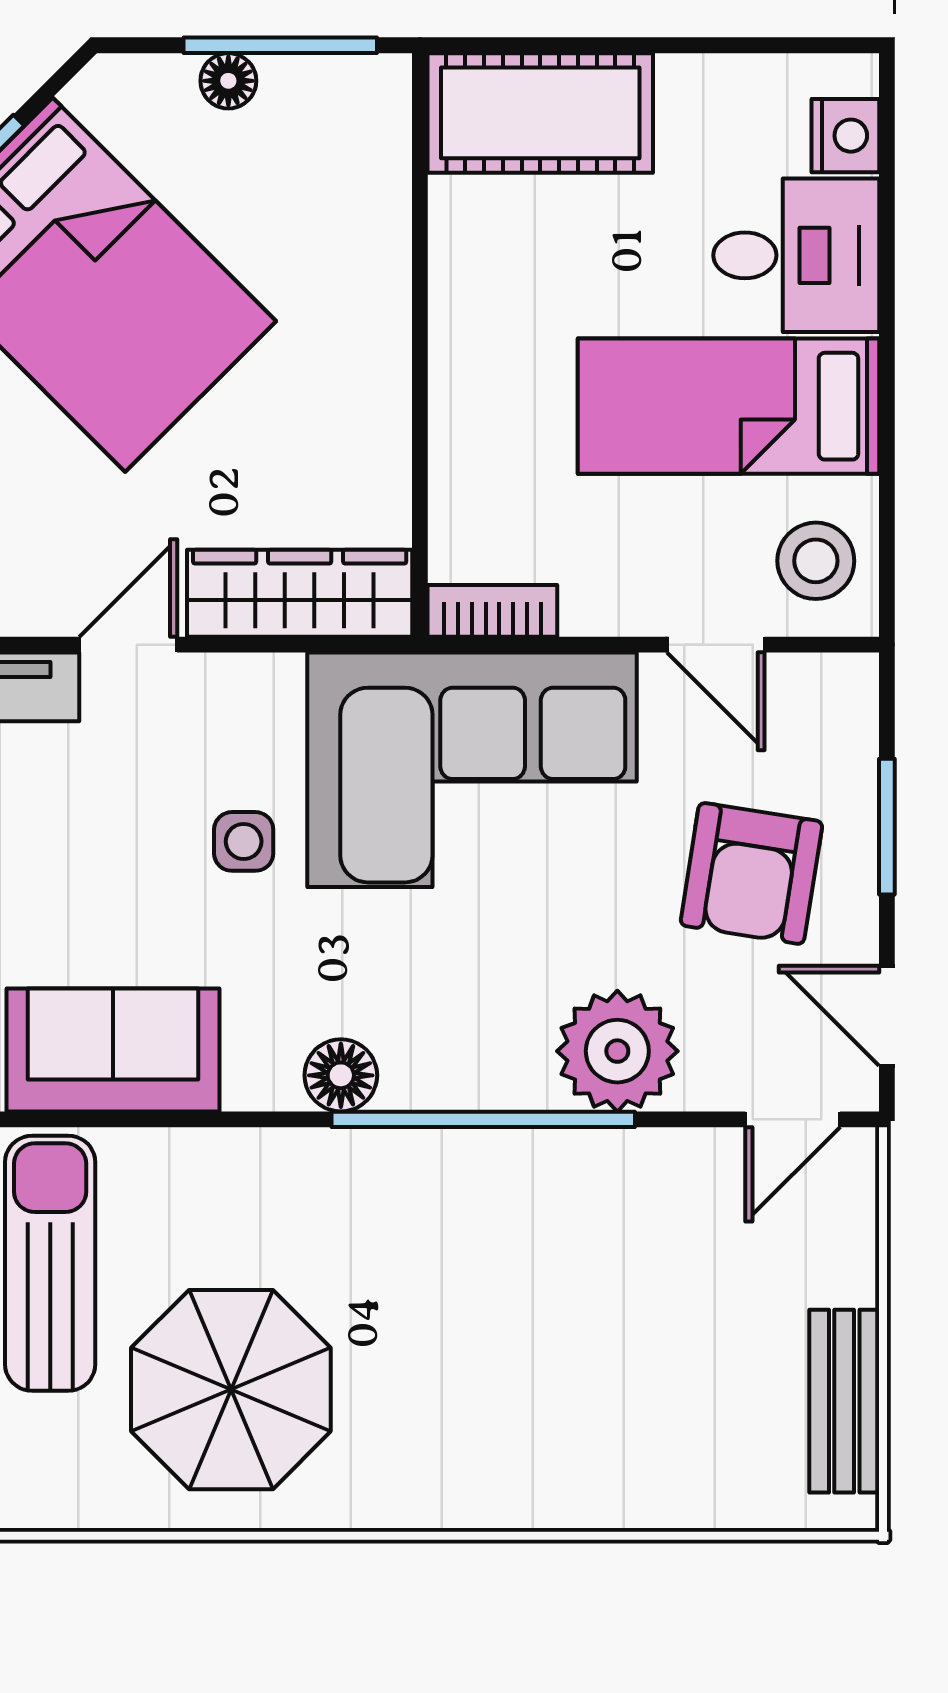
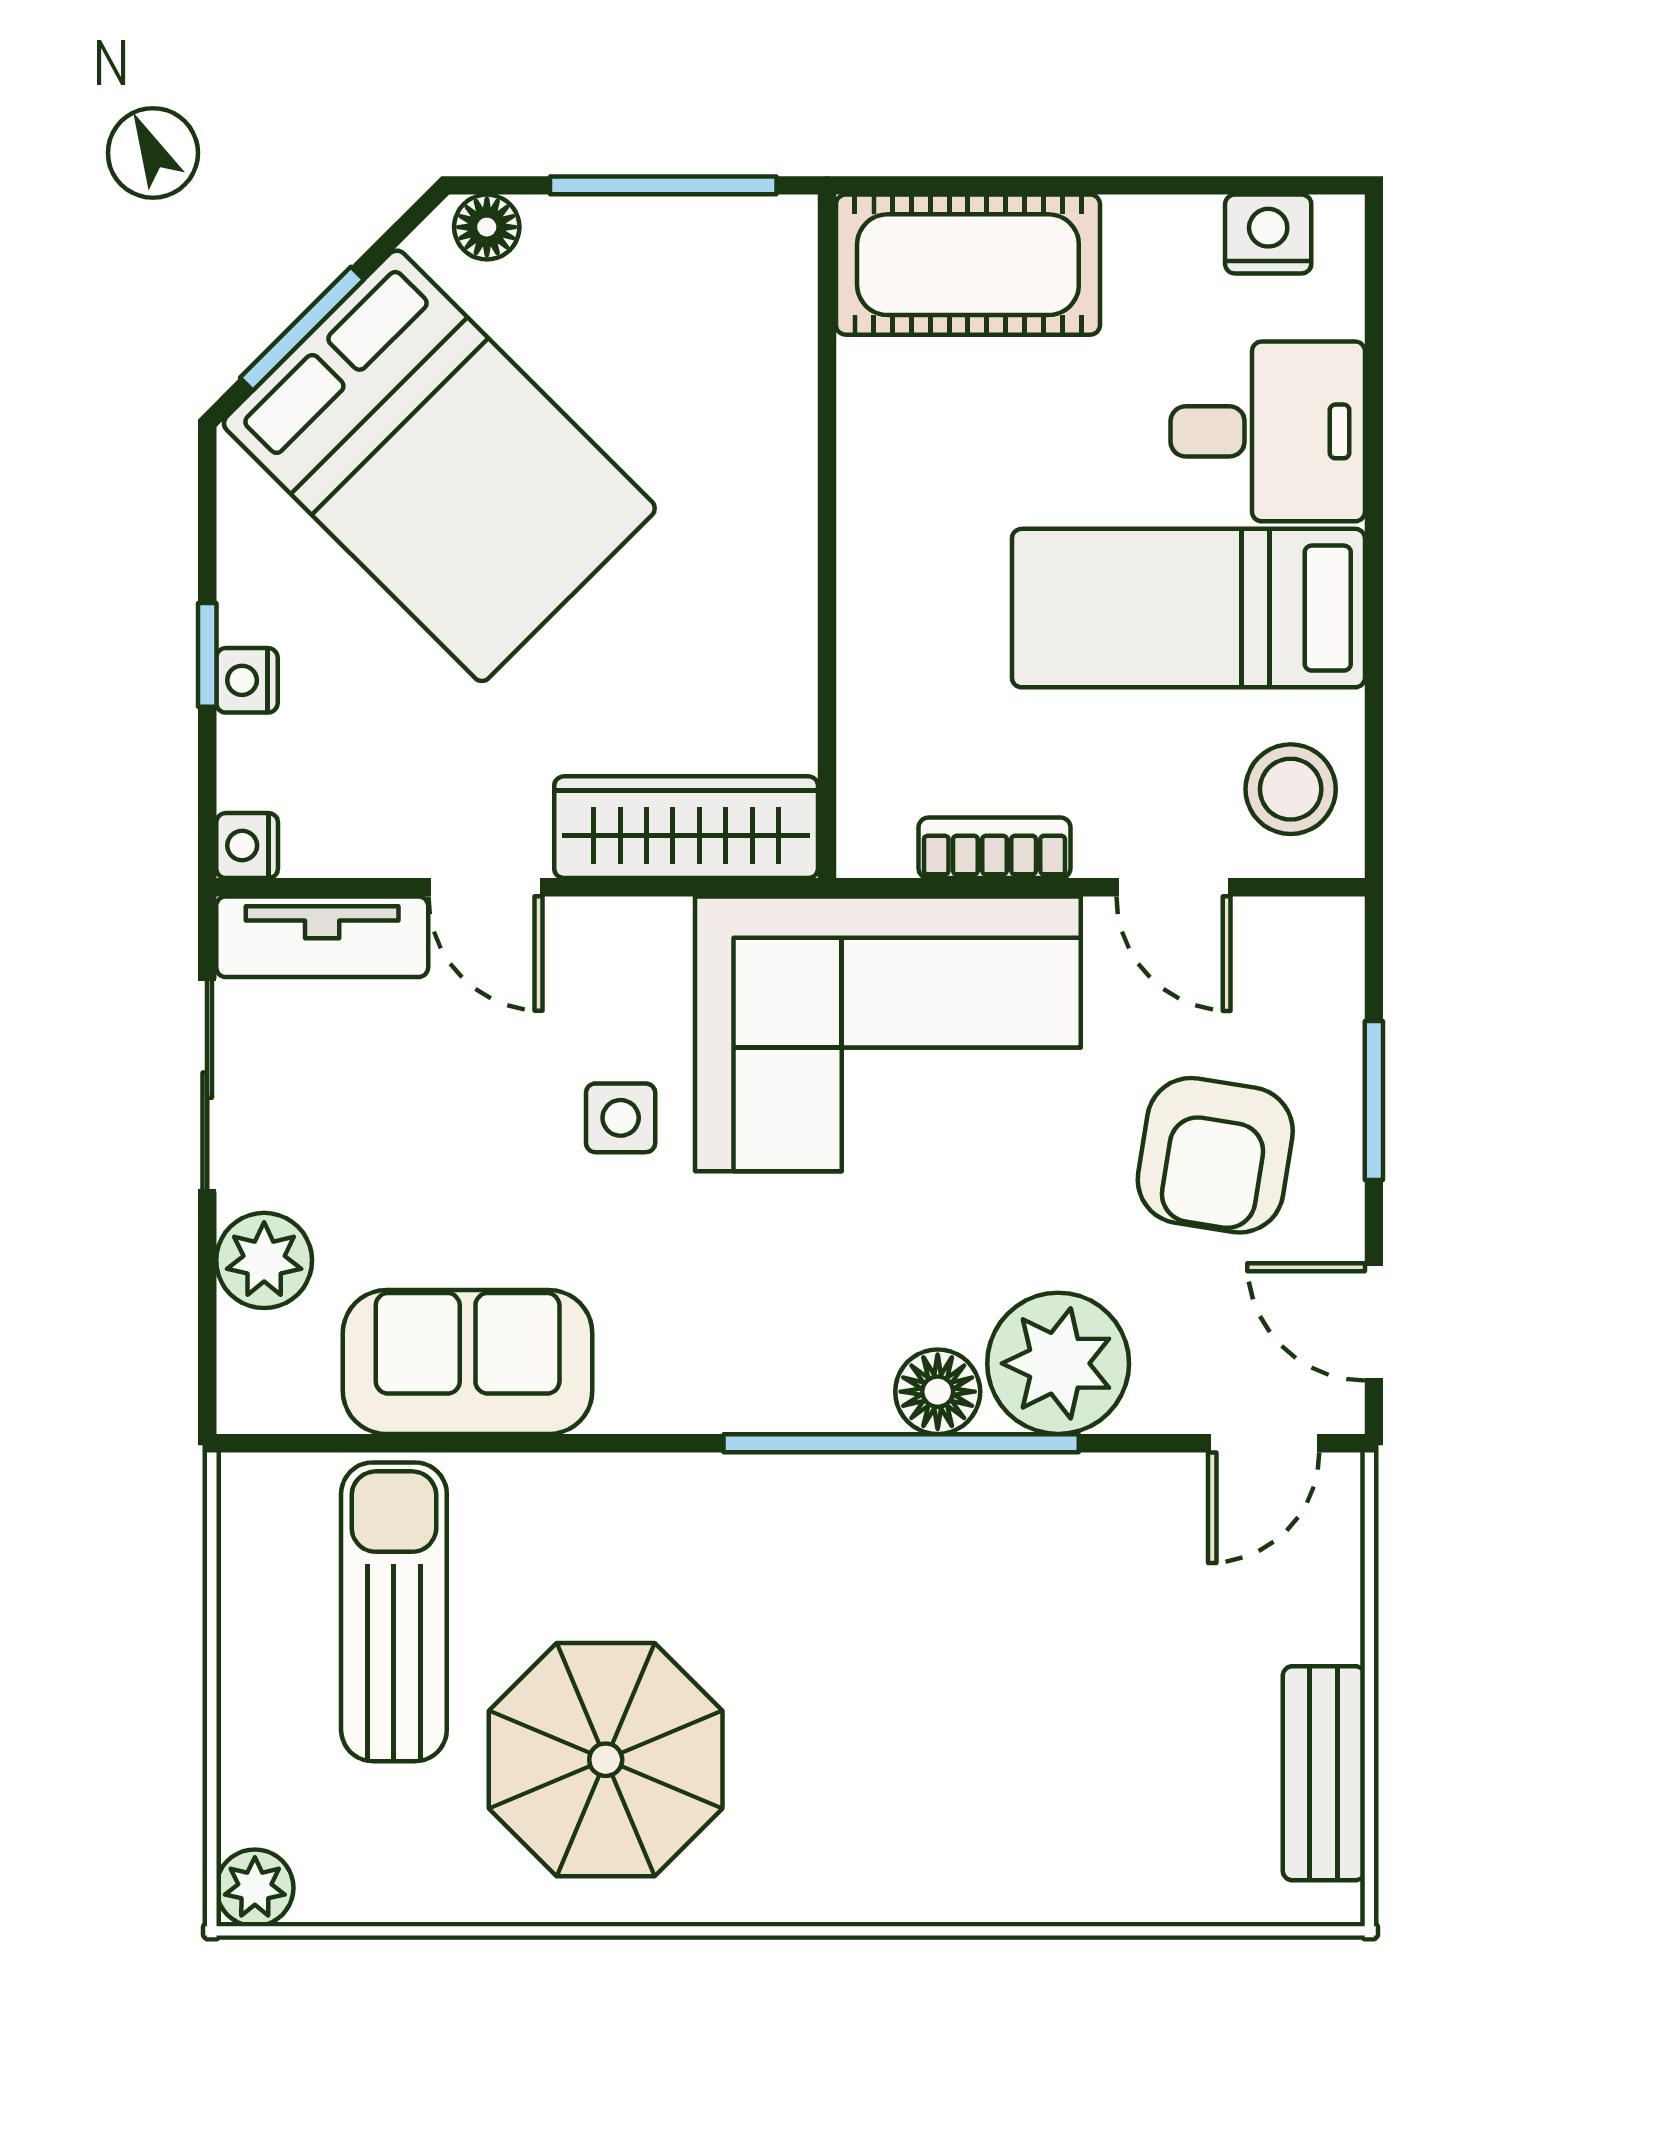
floor lamp: (228, 81) -> (487, 227), moved
nightstand: (845, 136) -> (1268, 234), moved, turned -90
bookcase: (492, 611) -> (994, 848), moved
door: (128, 645) -> (485, 887), swing flipped
floor lamp: (341, 1075) -> (938, 1392), moved

